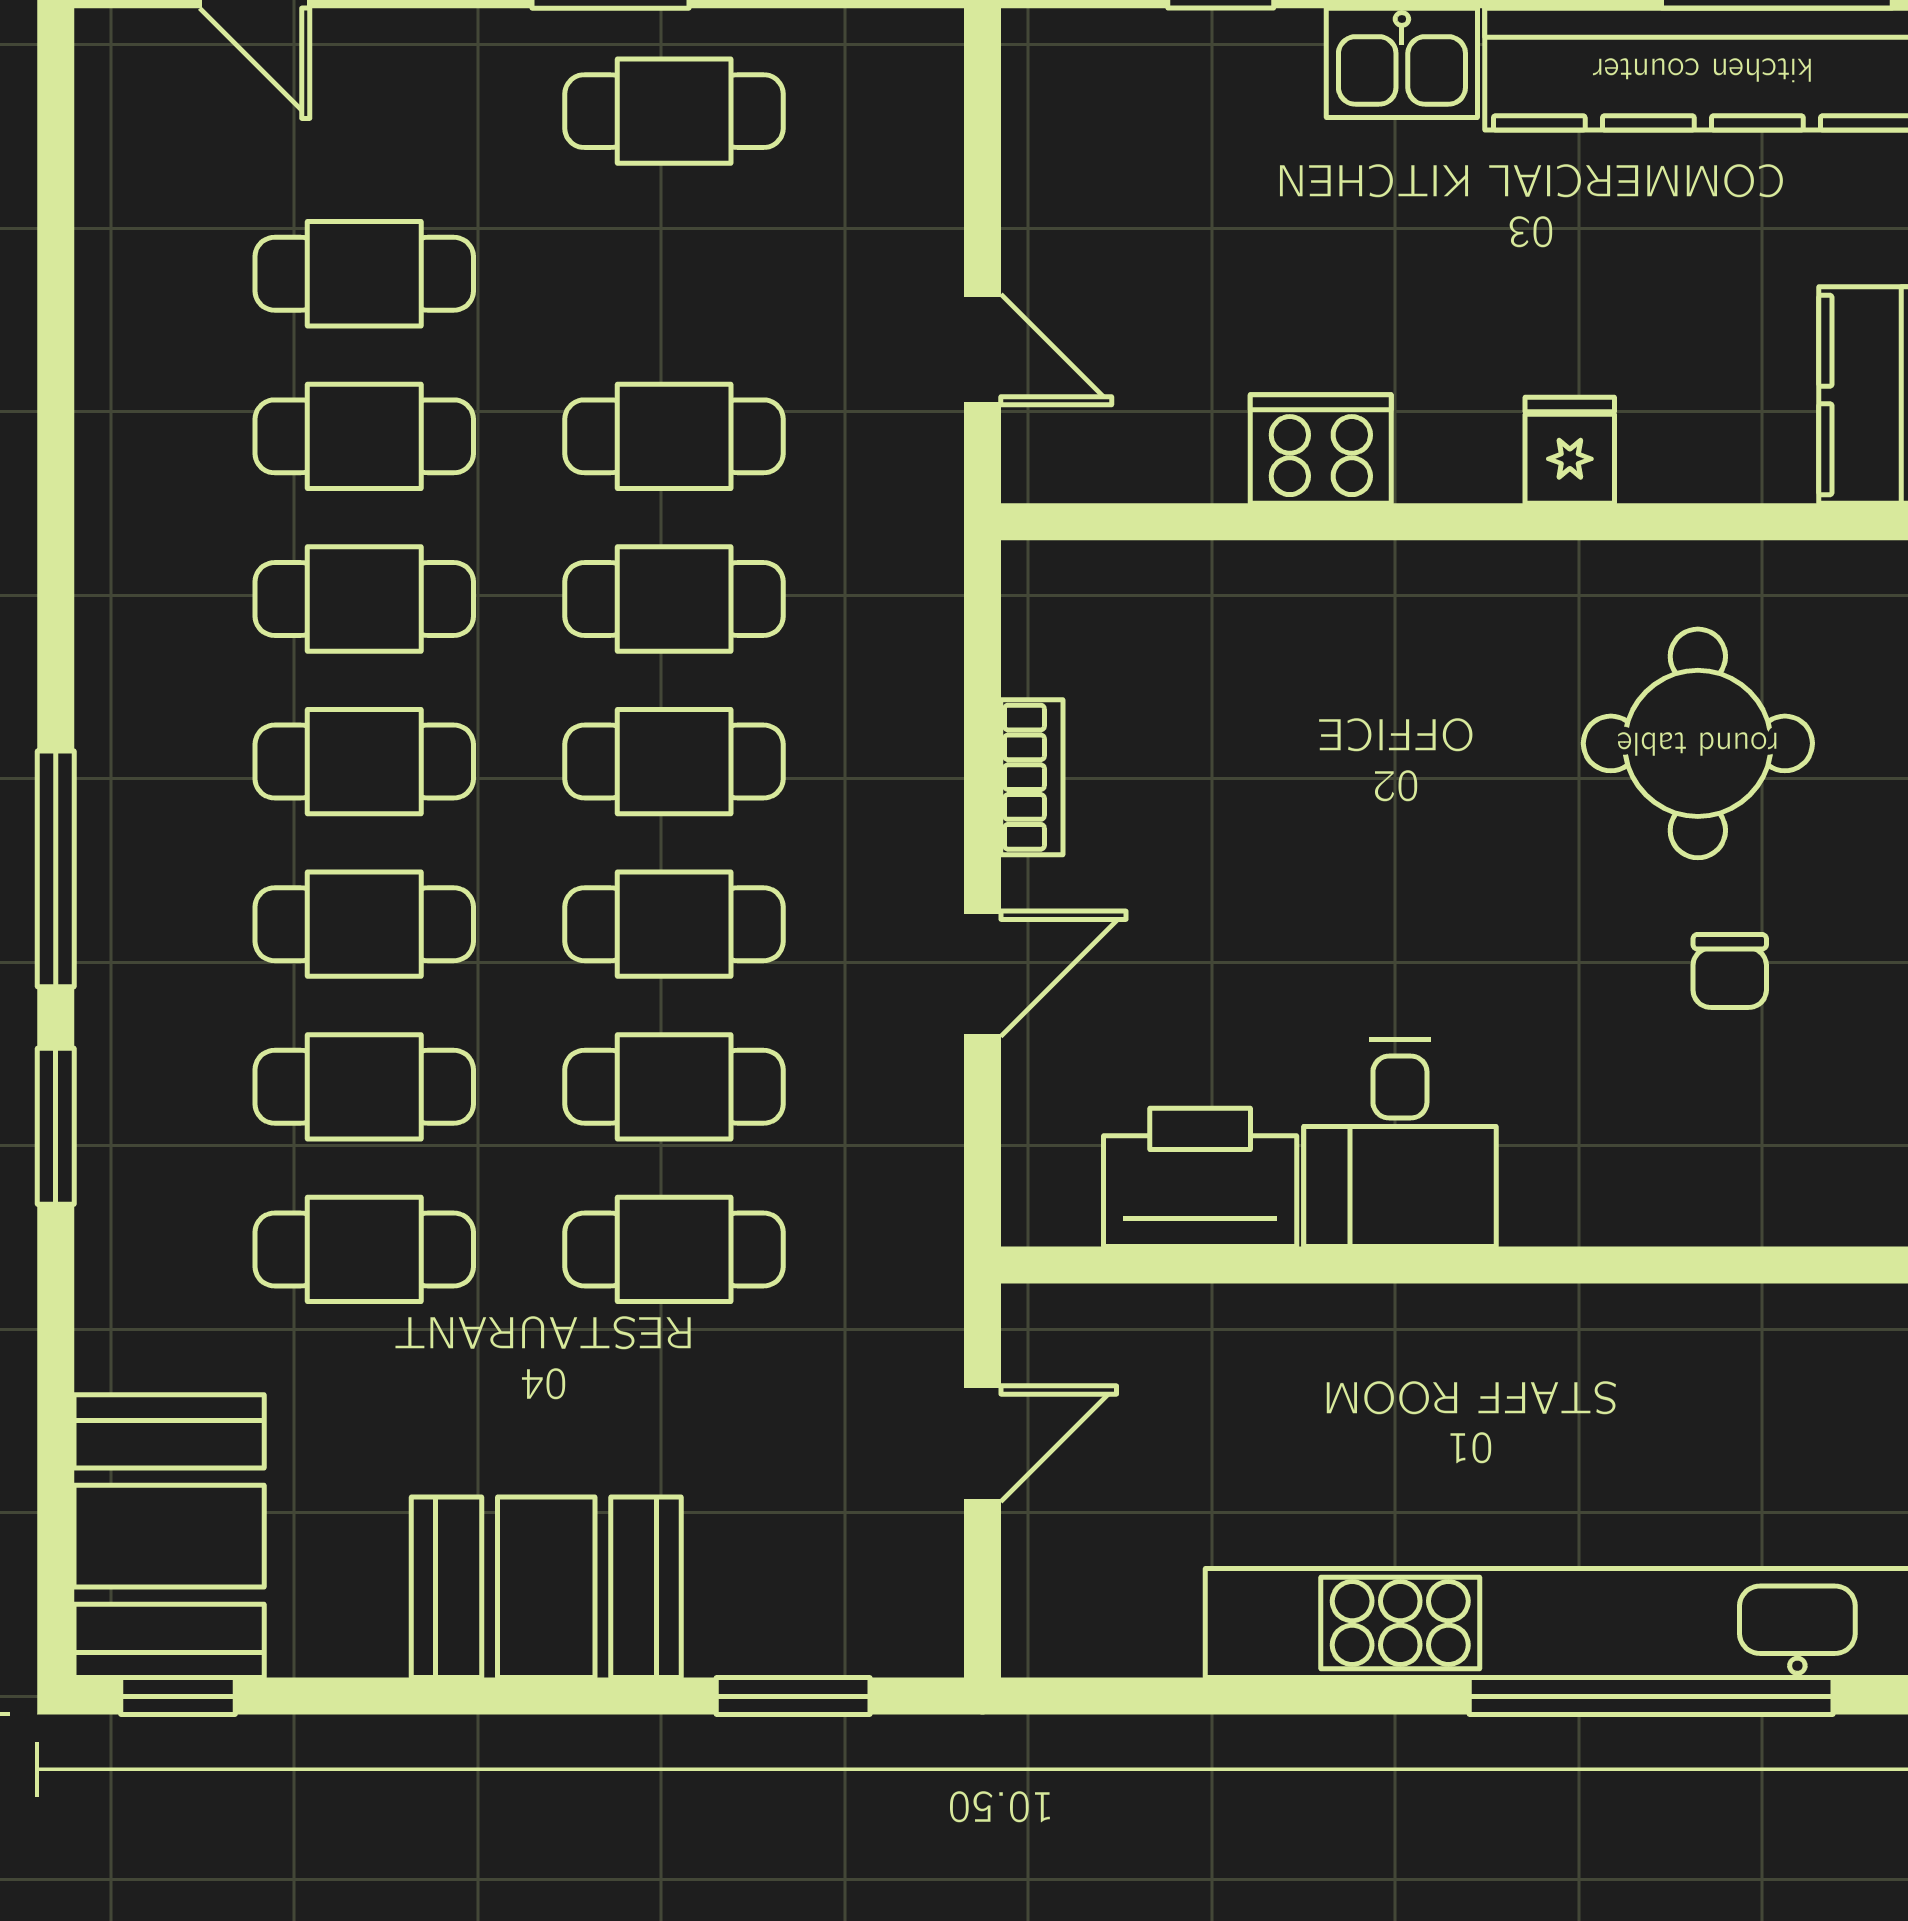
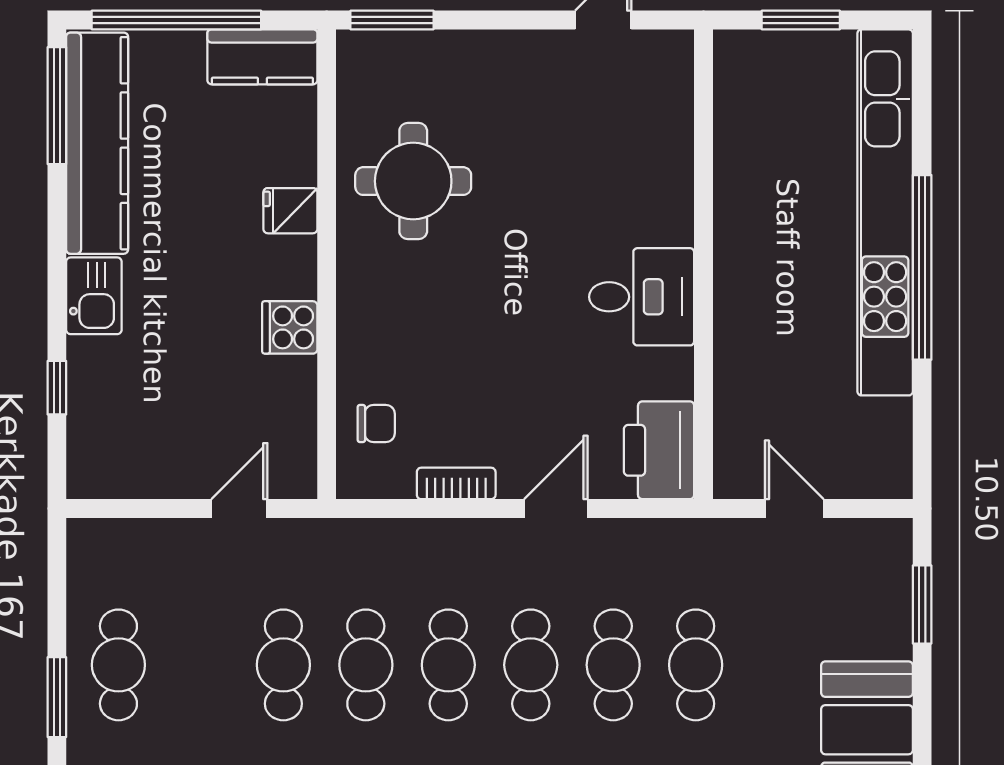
cooker: (1321, 449) -> (290, 327), width x0.73
round table: (1698, 743) -> (413, 181), moved
chair: (1730, 971) -> (376, 423), moved
door: (982, 974) -> (556, 508), hinge flipped
printer: (1200, 1177) -> (659, 450), moved
window: (1651, 1696) -> (922, 267), moved

